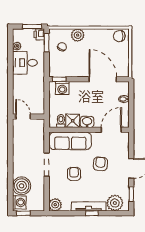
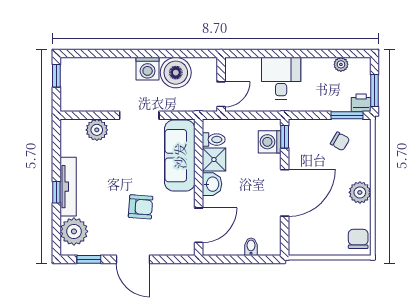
plant: (78, 35) -> (360, 192), moved
desk: (25, 63) -> (281, 78), moved
door: (103, 79) -> (285, 193), moved
door: (23, 117) -> (221, 94), moved
door: (111, 130) -> (199, 225), hinge flipped
armchair: (74, 174) -> (124, 162), removed
boiler: (22, 186) -> (176, 73), moved
washing machine: (19, 202) -> (148, 69), moved
plant: (55, 205) -> (97, 130), moved

